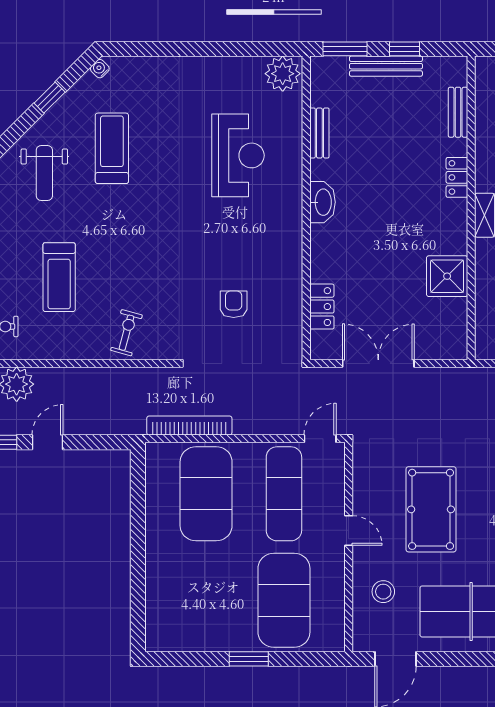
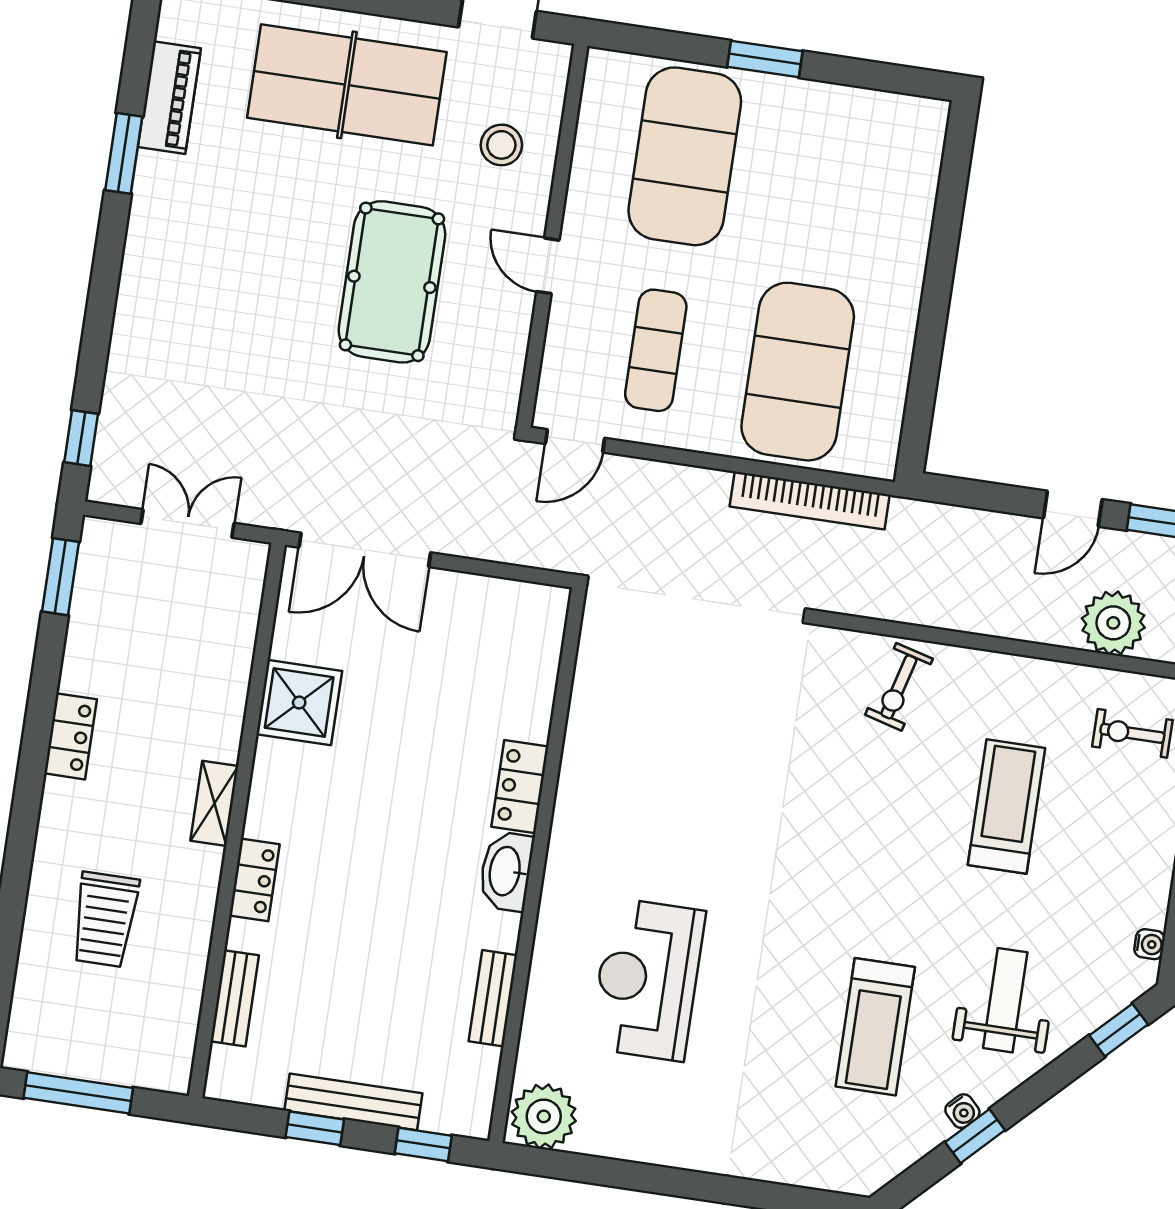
window: (345, 49) -> (423, 1144), width x0.67
water cooler: (100, 69) -> (962, 1111), moved
armchair: (234, 304) -> (696, 709), removed
locker: (322, 307) -> (520, 787), moved
double door: (378, 363) -> (365, 550), moved
exercise mat: (284, 494) -> (656, 350), width x0.73, depth x0.69

